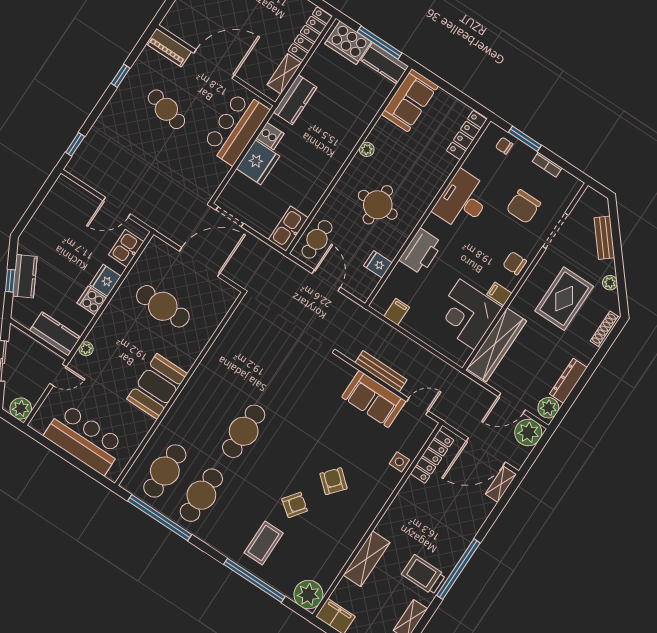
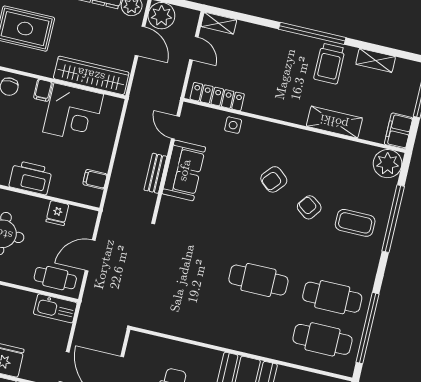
bench: (381, 371) -> (155, 173), width x0.73
door: (486, 452) -> (194, 48), width x0.53

